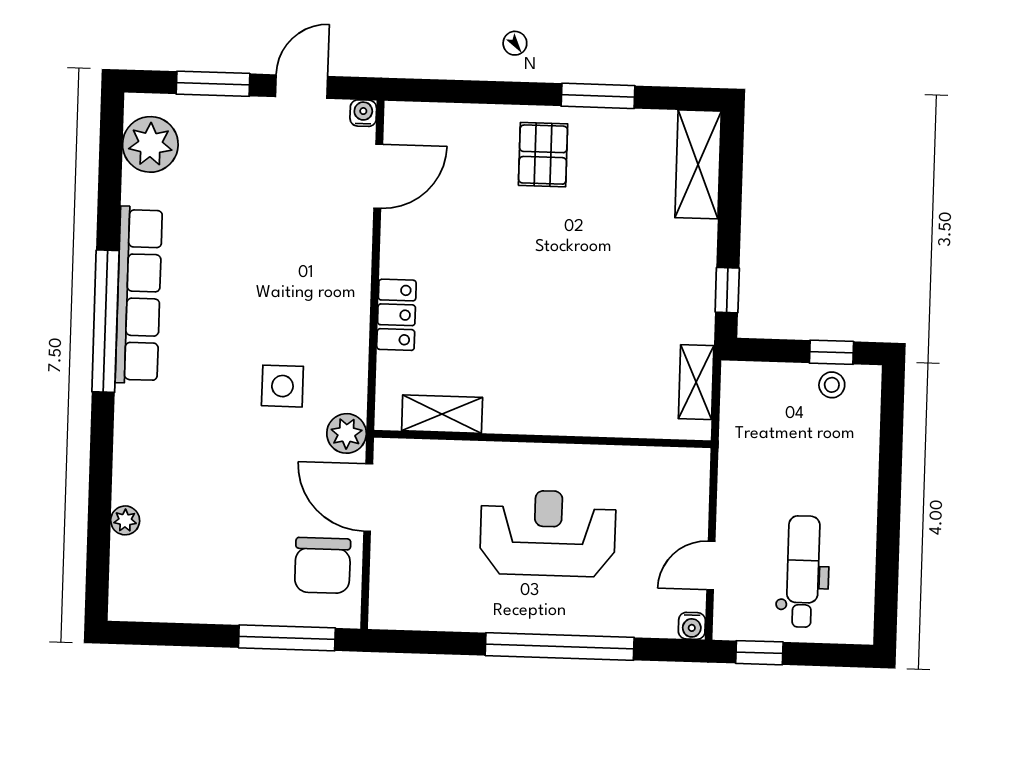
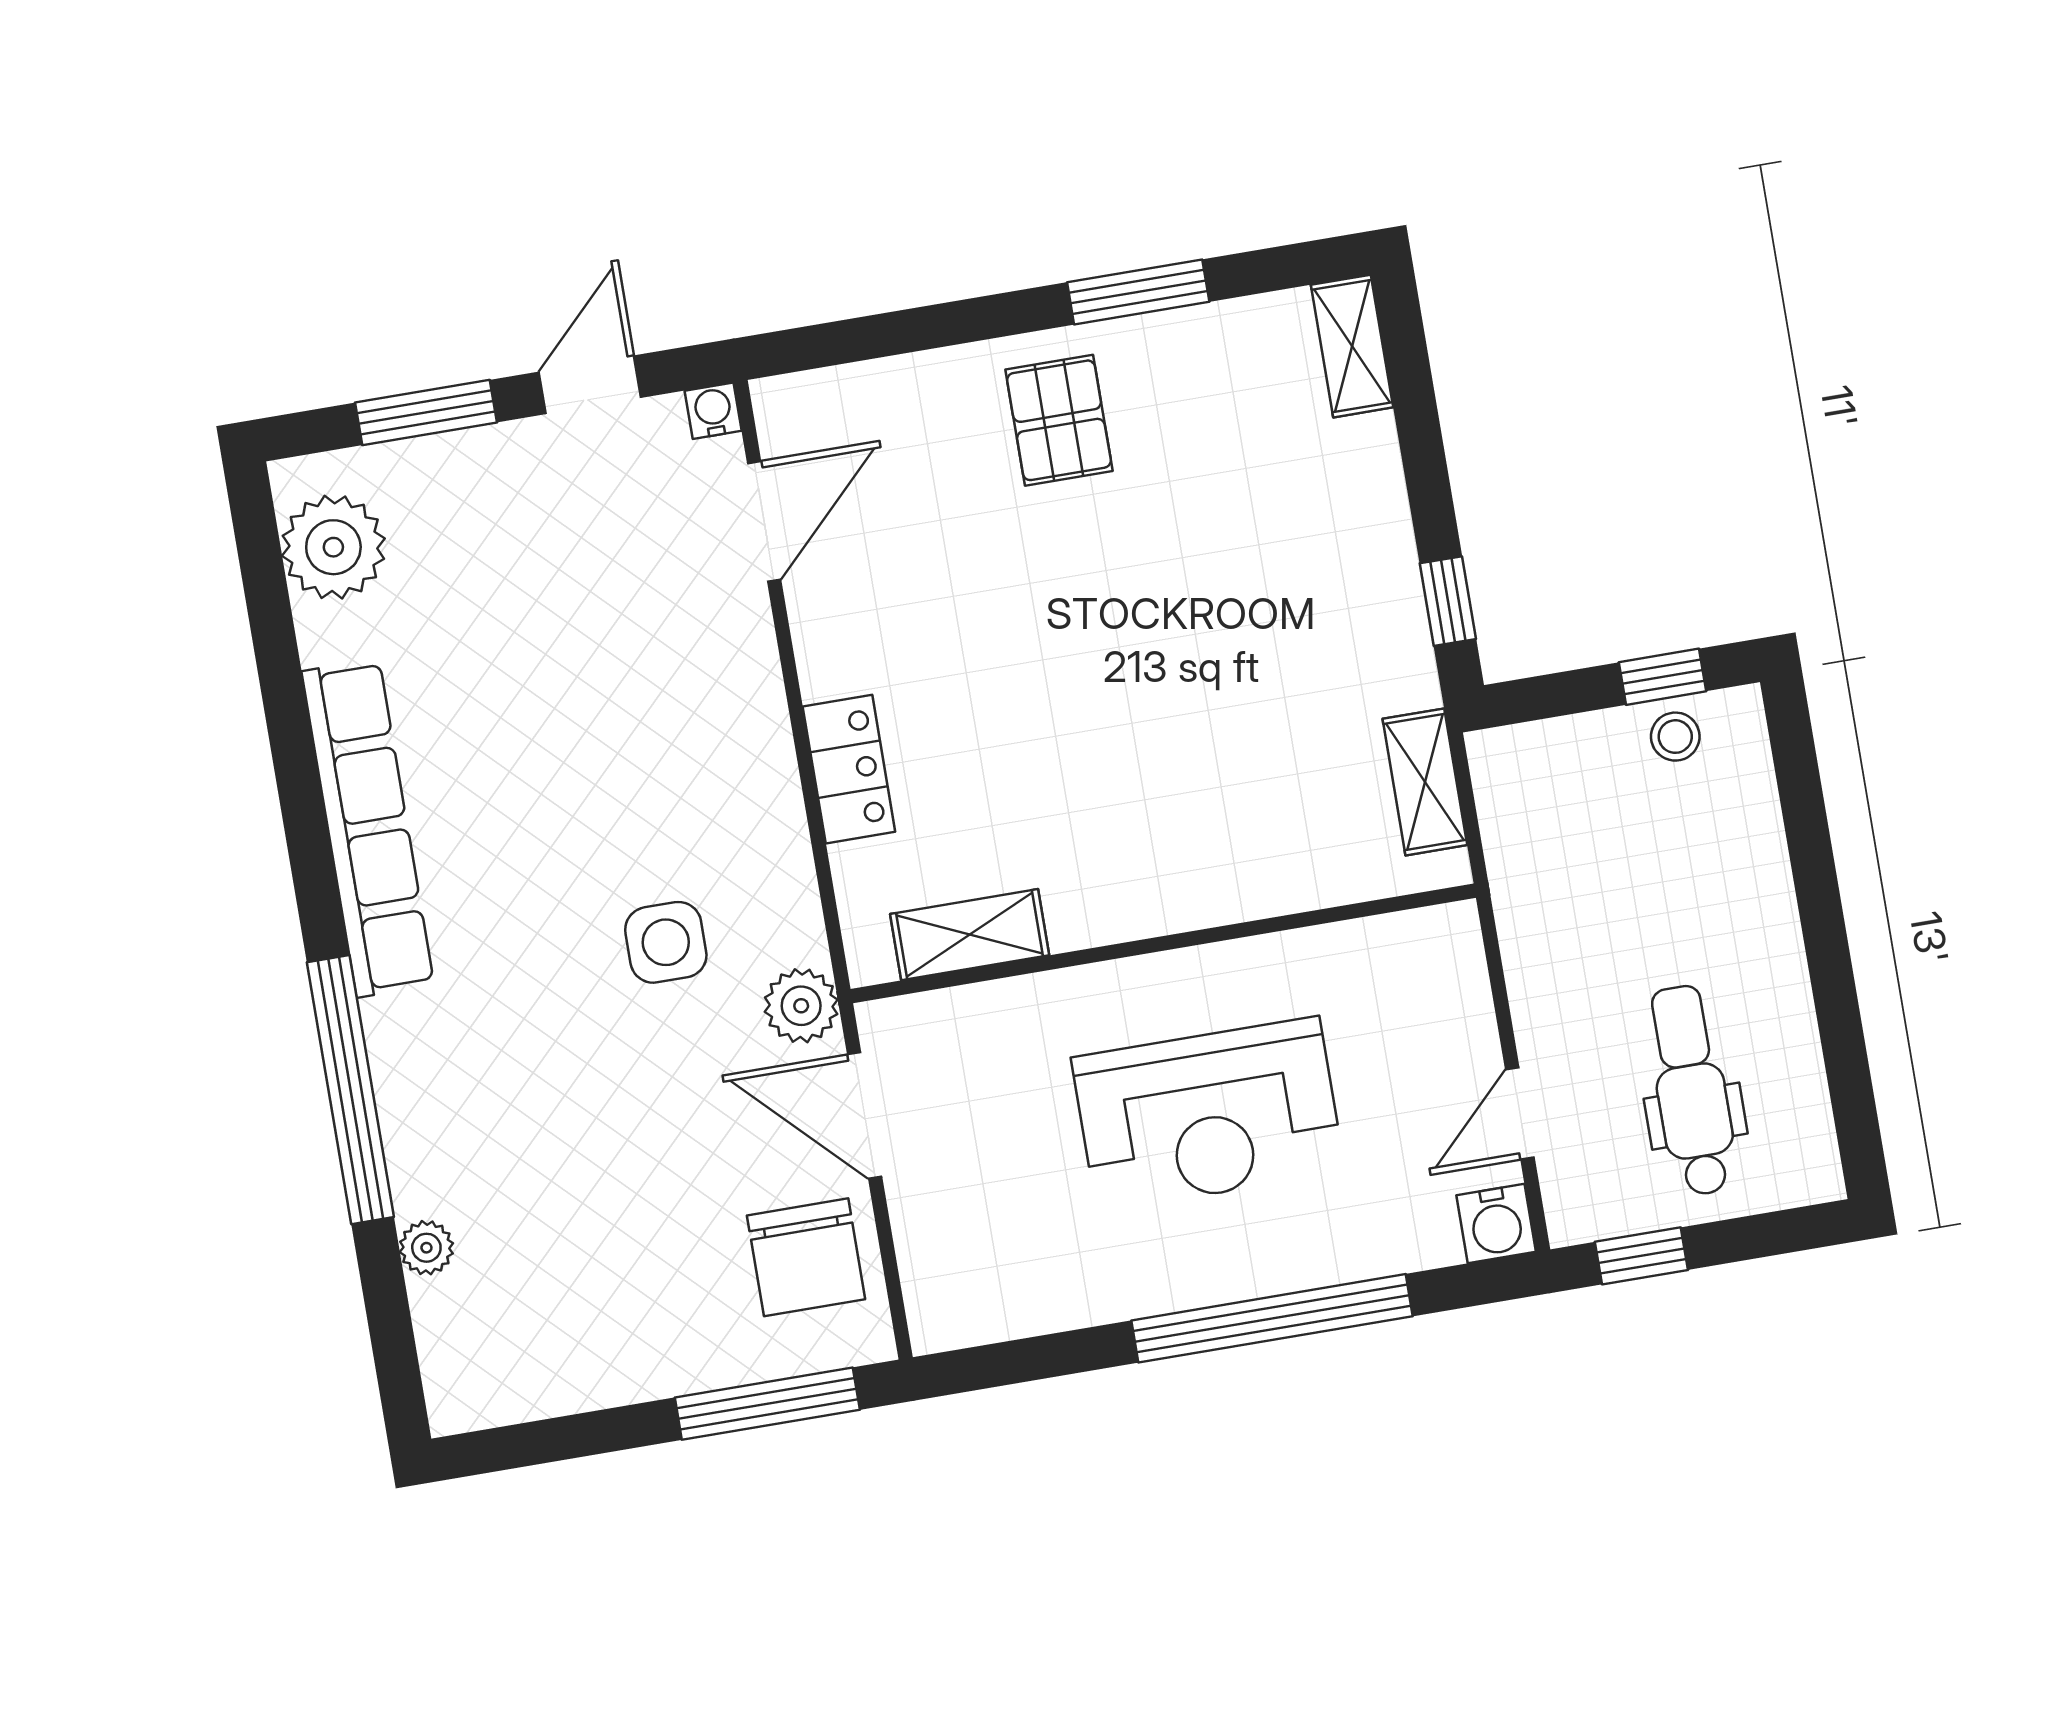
shelving: (698, 164) -> (1352, 346), width x0.67, depth x0.75
window: (105, 321) -> (350, 1090), moved
reception desk: (548, 533) -> (1208, 1114), turned 180
water cooler: (692, 626) -> (1496, 1223), width x1.38, depth x1.38

